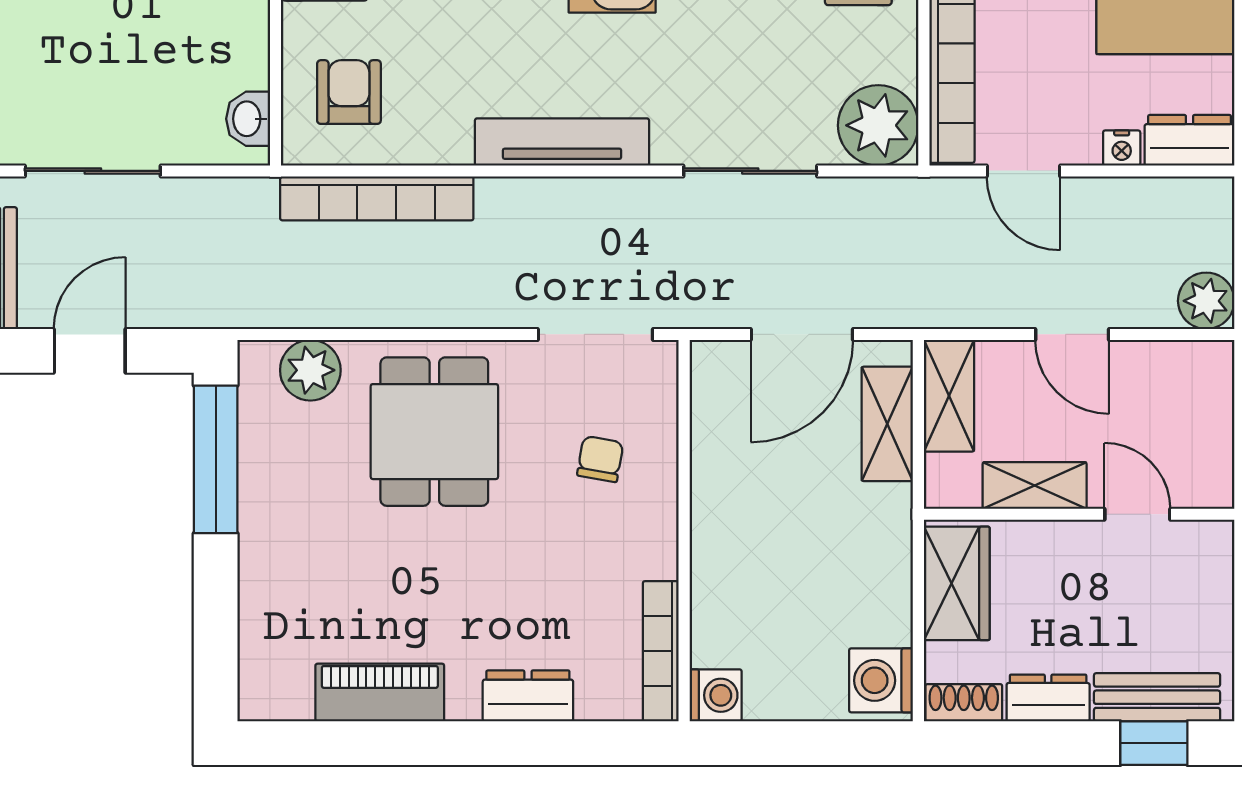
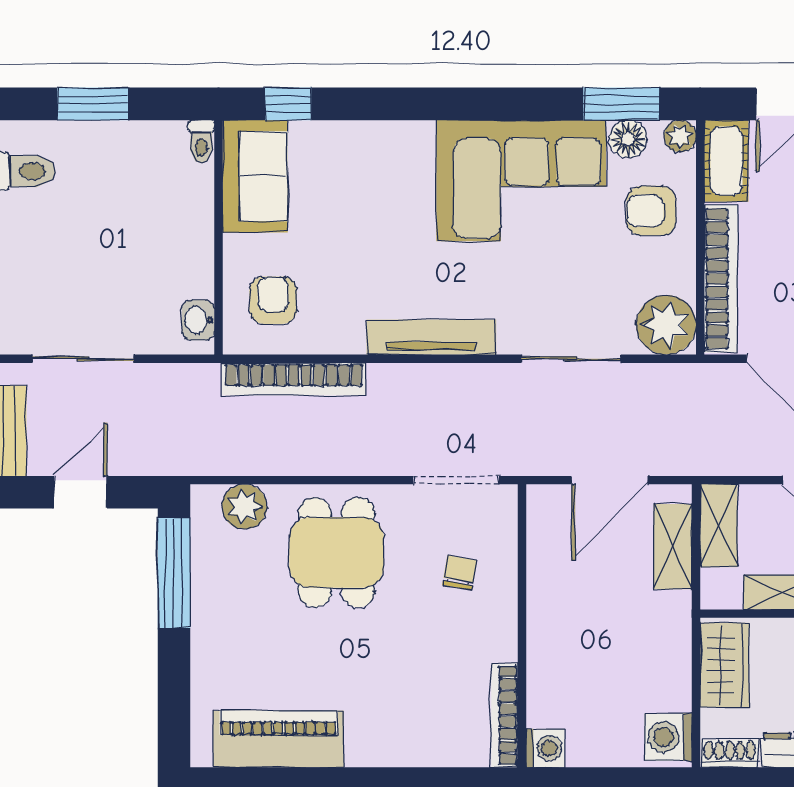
piano: (380, 693) -> (279, 739), width x1.37, depth x1.33
dresser: (528, 696) -> (406, 749), removed

